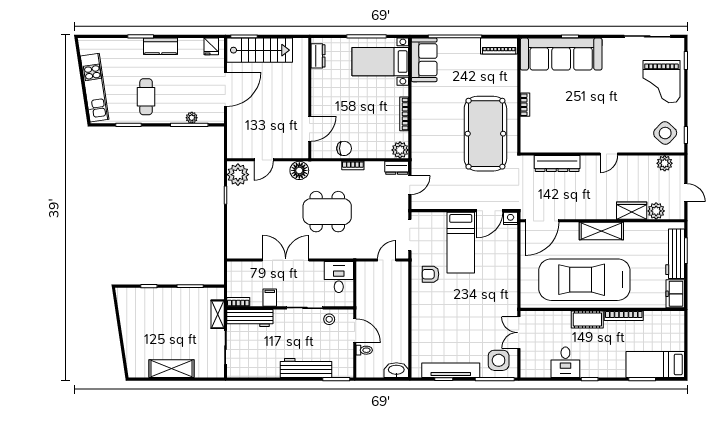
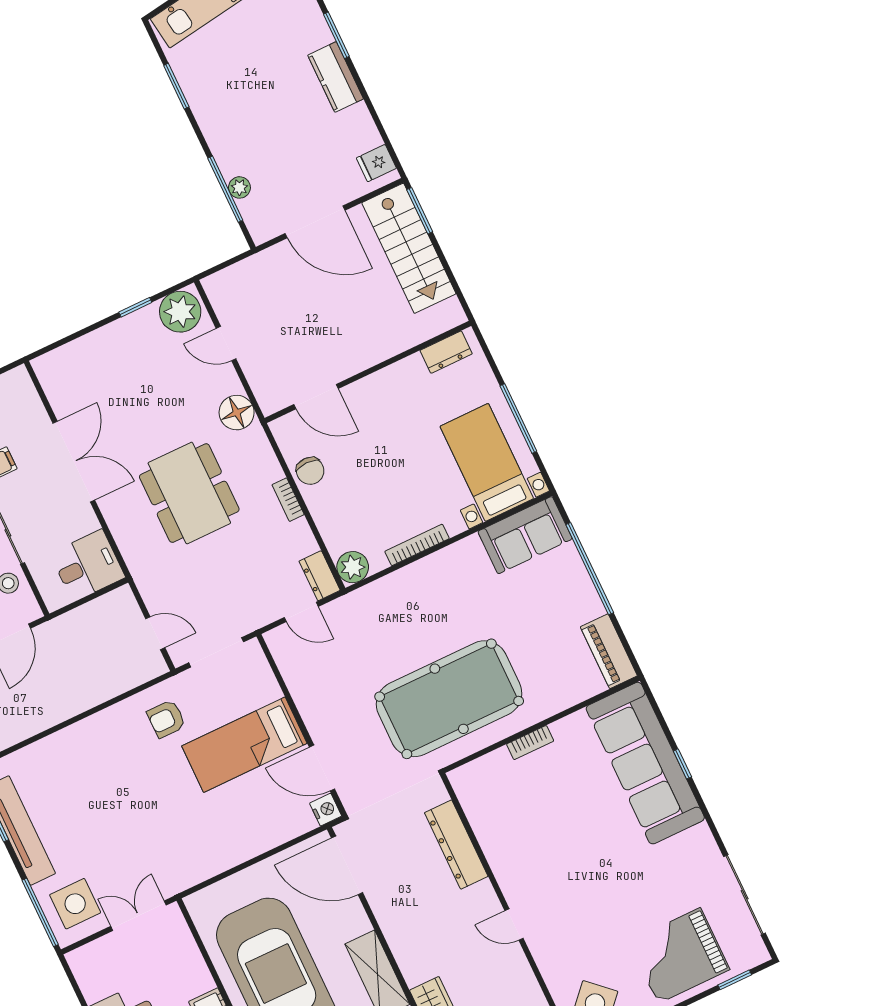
cafe table: (146, 97) -> (238, 93), removed
armchair: (431, 274) -> (166, 719), turned -90

